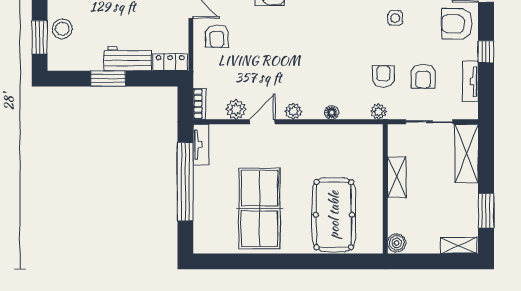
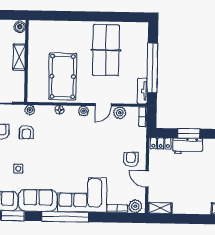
window: (108, 79) -> (189, 133), moved
shelving: (397, 177) -> (19, 57), moved
pool table: (334, 215) -> (63, 76), moved

